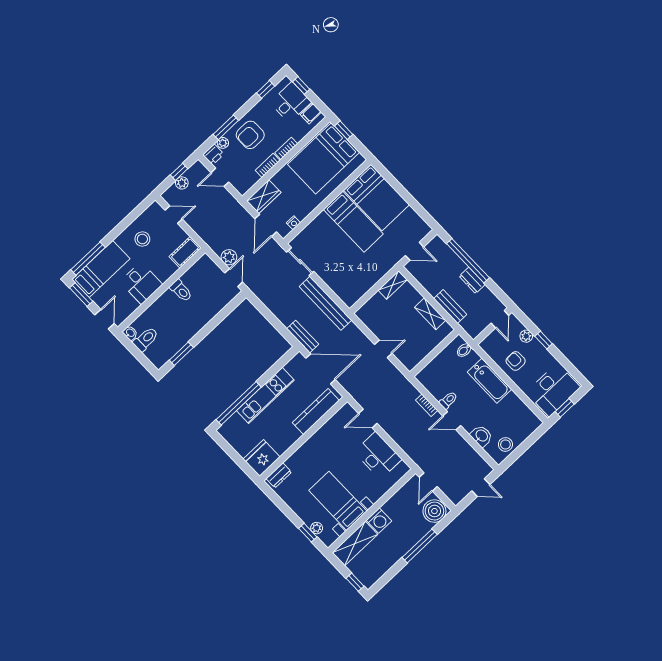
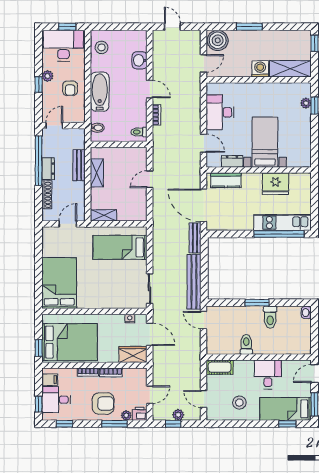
door: (220, 177) -> (150, 395), hinge flipped
bed: (353, 222) -> (120, 247), moved, turned -90
door: (266, 225) -> (150, 334), hinge flipped
door: (415, 251) -> (68, 224), hinge flipped
plant: (229, 257) -> (194, 336), removed
shoe rack: (453, 258) -> (47, 195), added
window: (88, 259) -> (287, 424), width x0.46
window: (468, 261) -> (39, 161), moved
door: (234, 278) -> (204, 320), hinge flipped
bench: (325, 303) -> (194, 282), moved
washbasin: (130, 333) -> (306, 313), moved
plant: (526, 336) -> (48, 76), moved
toilet: (146, 339) -> (270, 317), moved, turned -90
door: (383, 349) -> (150, 179), hinge flipped
window: (181, 354) -> (257, 303), moved
kitchen unit: (265, 395) -> (283, 223), moved
toilet: (448, 400) -> (139, 132), moved
kitchen counter: (316, 412) -> (226, 180), width x0.67
stool: (505, 444) -> (102, 47), moved
fridge: (262, 458) -> (276, 184), moved
dresser: (279, 475) -> (232, 161), moved
bed with nightstands: (338, 501) -> (265, 142), moved, turned 180
window: (420, 546) -> (249, 27), width x0.69

